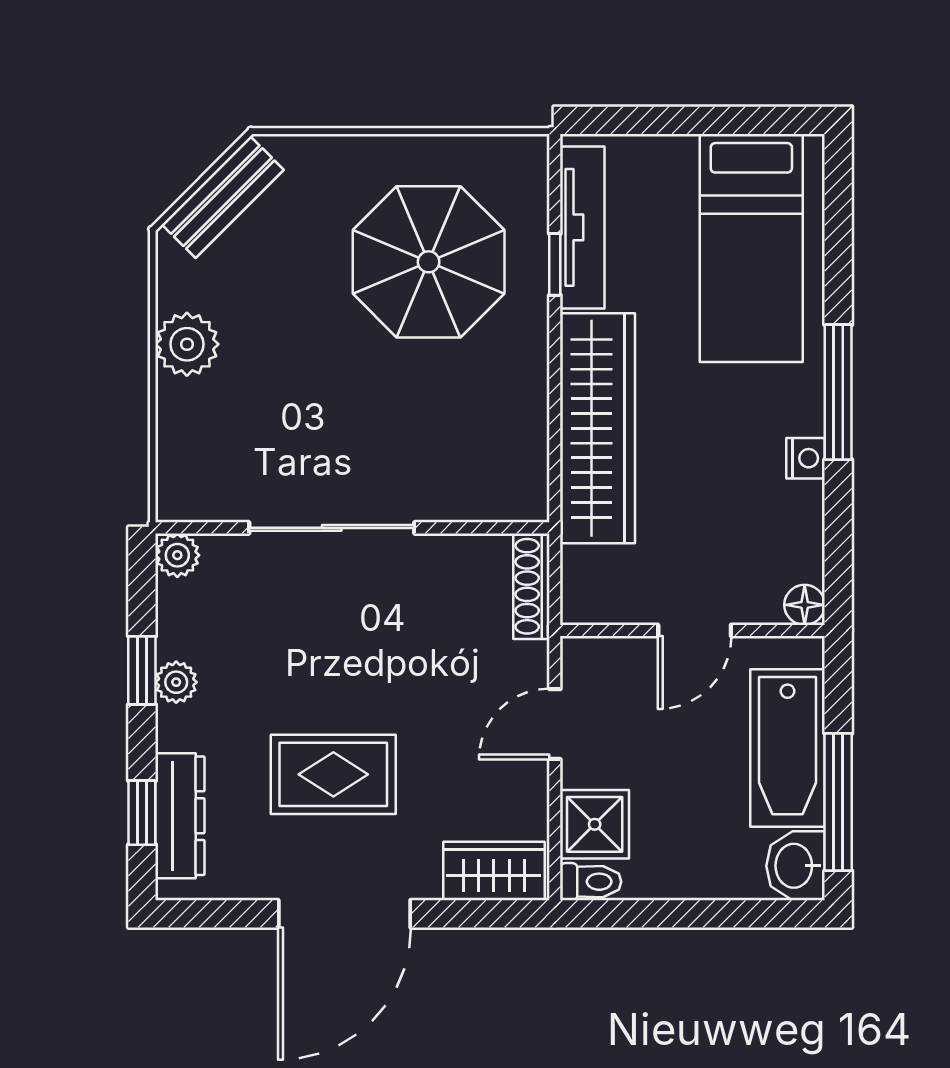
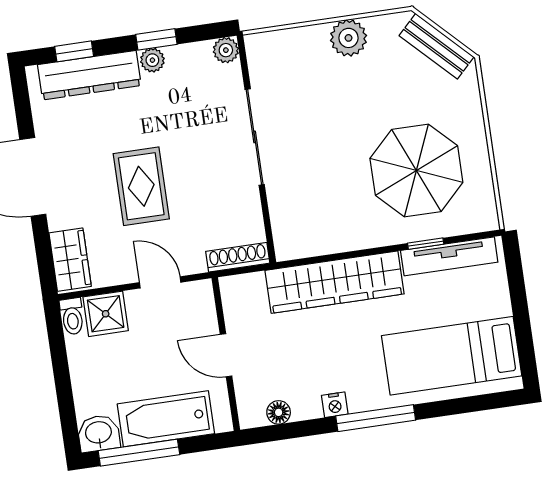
floor lamp: (805, 605) -> (279, 412), moved
rug: (333, 774) -> (141, 186), moved
dresser: (180, 816) -> (89, 75), width x1.37, depth x1.24

